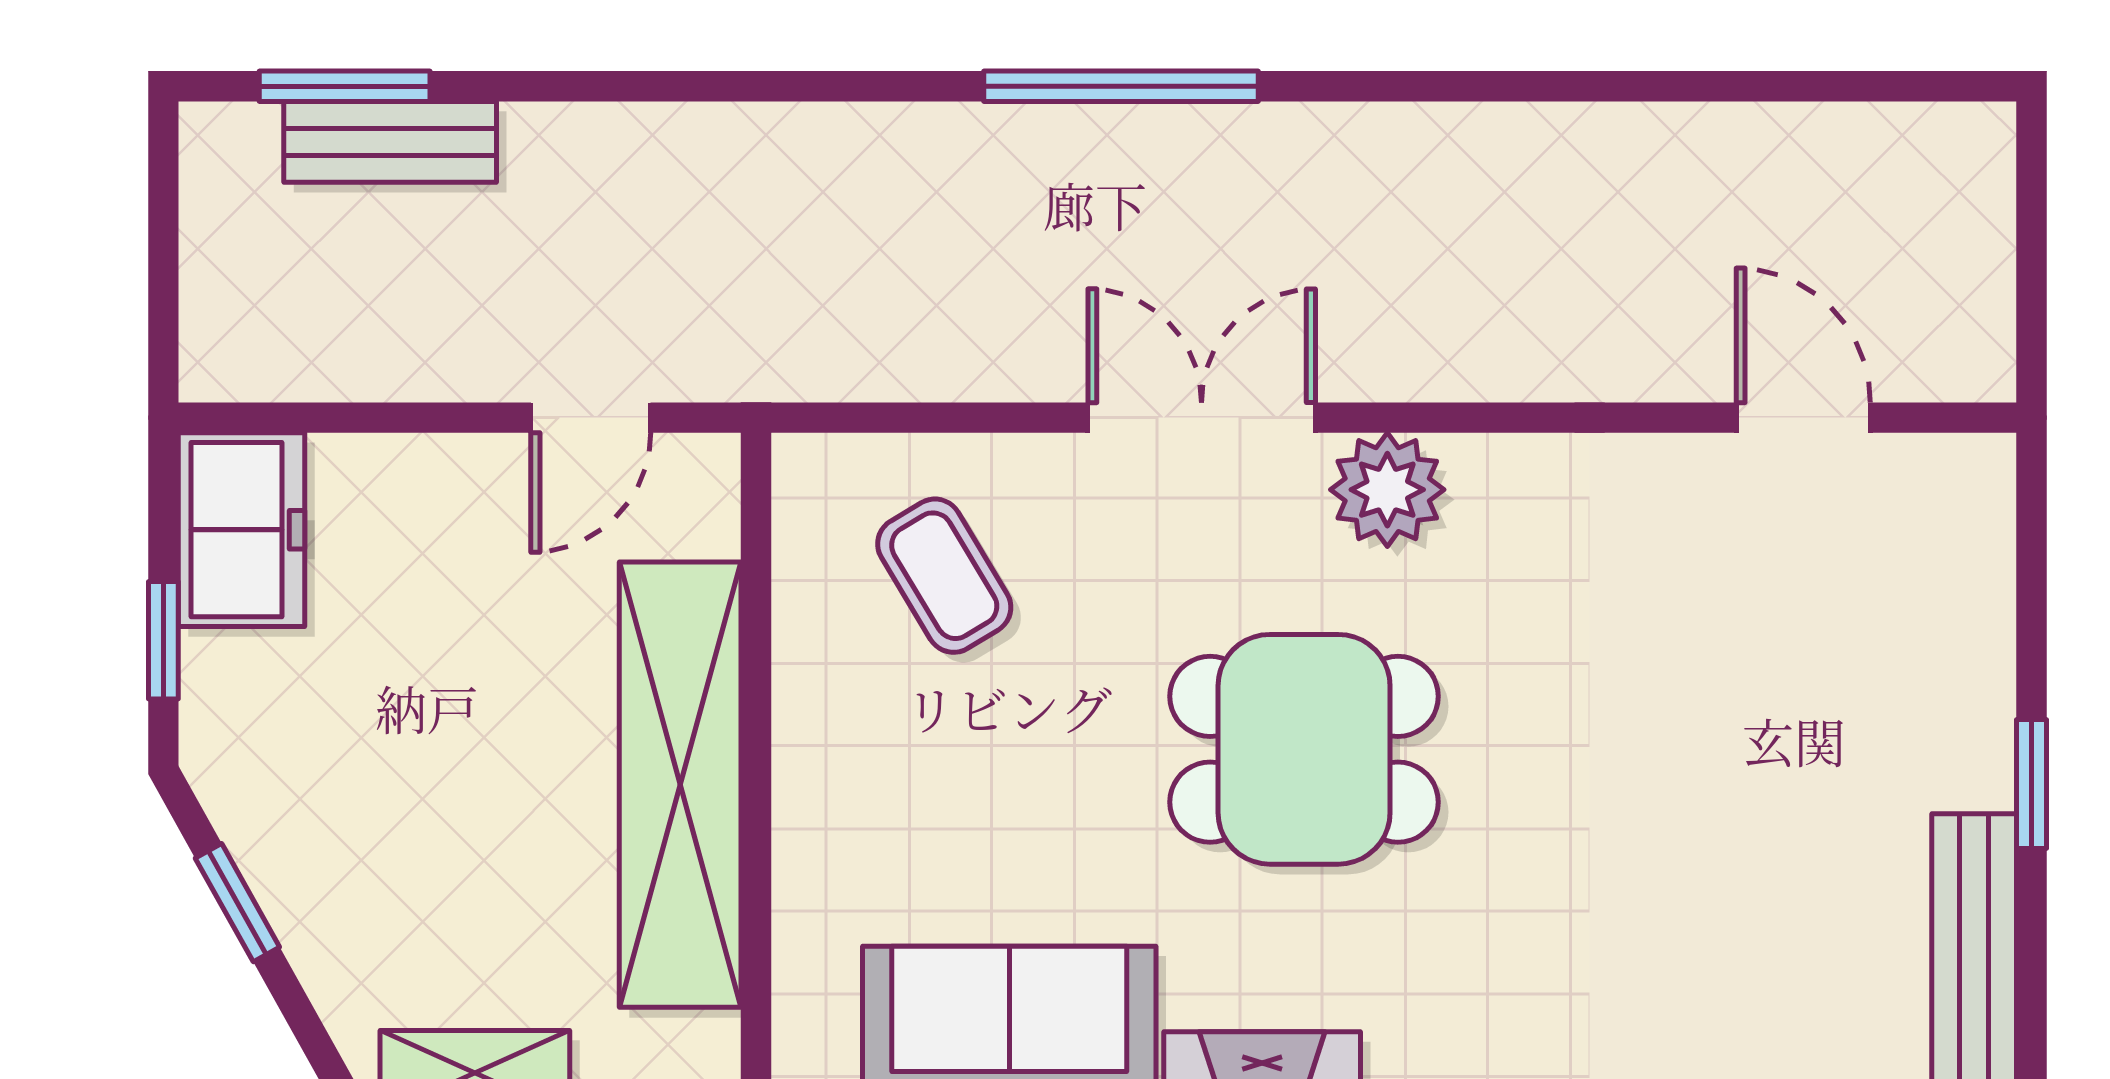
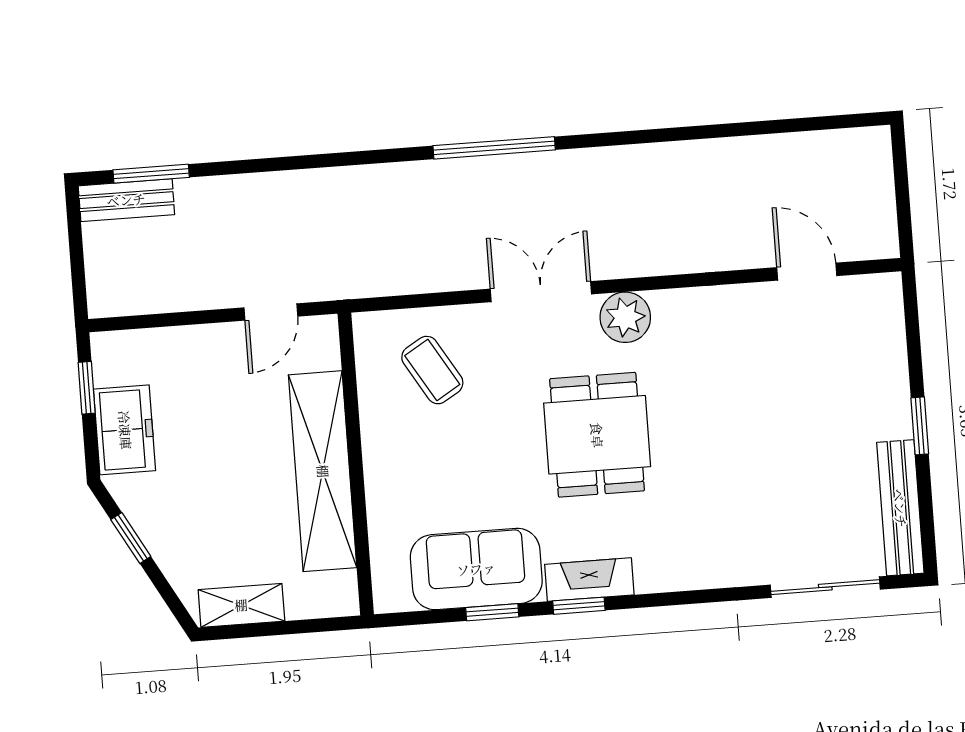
bench: (390, 142) -> (126, 200), moved
freezer: (241, 530) -> (125, 430), moved
window: (163, 640) -> (87, 388), moved
dining table: (1304, 749) -> (597, 435), turned 90

